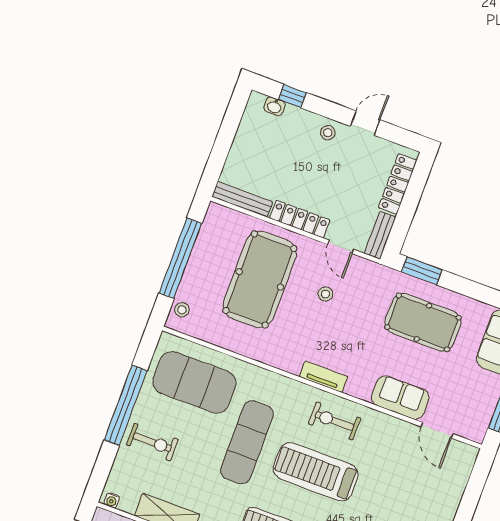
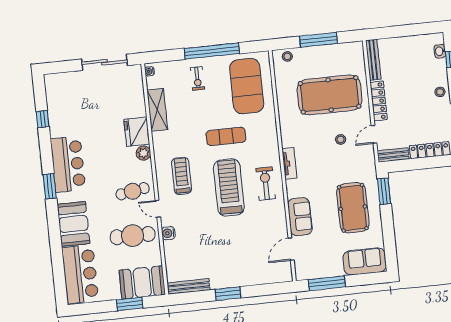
window: (180, 258) -> (318, 40), width x0.68
exercise bike: (152, 442) -> (197, 78), width x0.73, depth x0.72
exercise mat: (247, 442) -> (226, 136), width x0.73, depth x0.69

